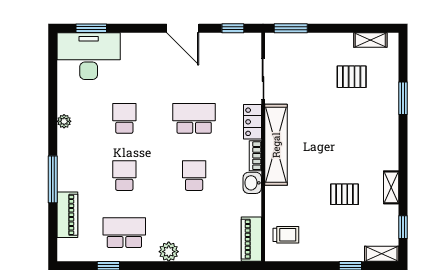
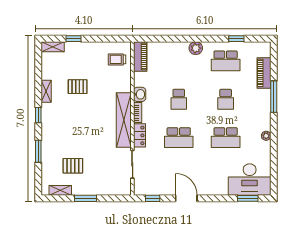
window: (291, 28) -> (86, 198), moved
school desk: (124, 118) -> (226, 138), width x1.85
window: (403, 227) -> (38, 115), moved

